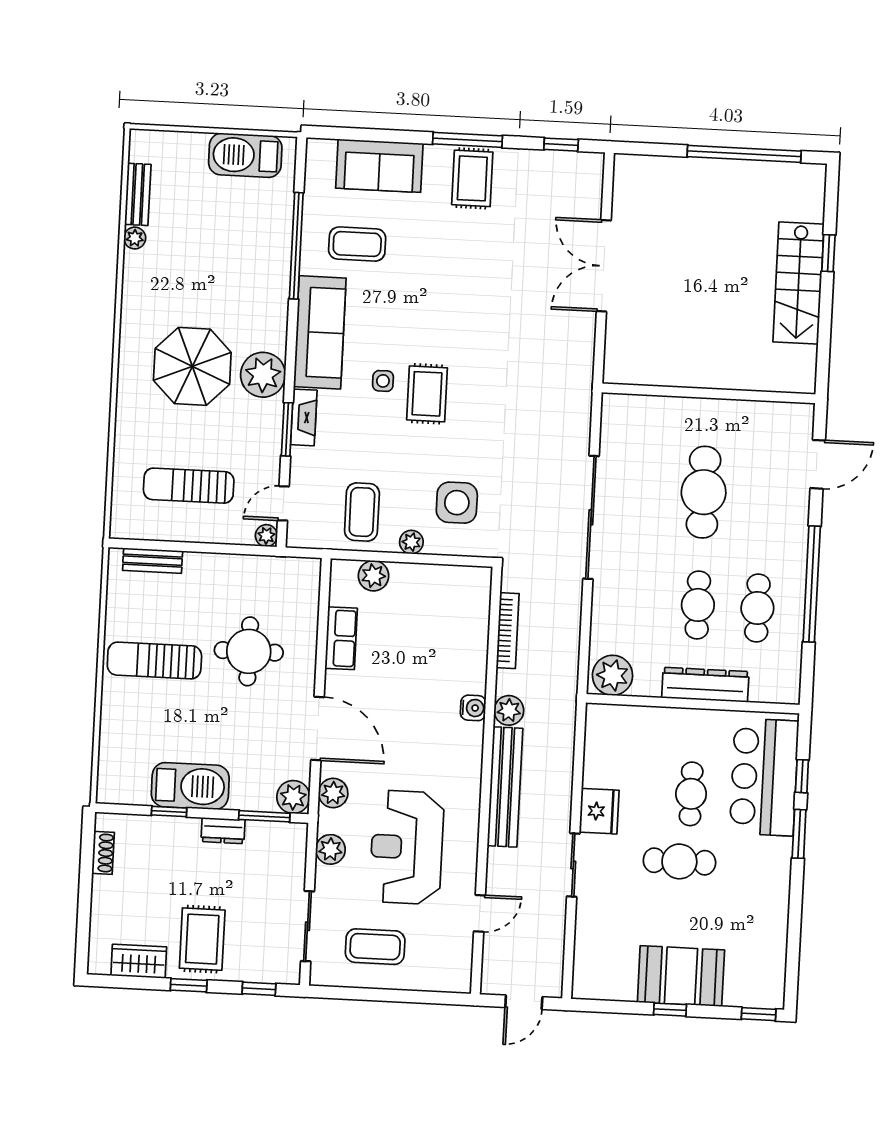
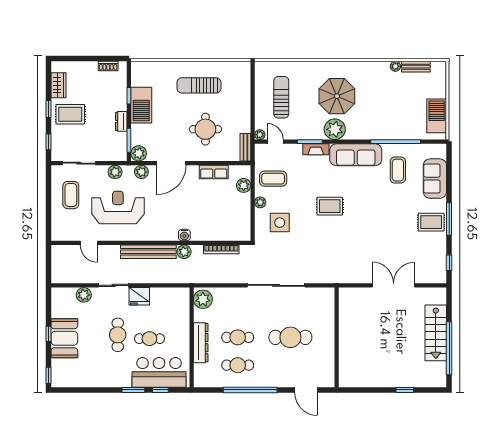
stairs: (799, 283) -> (436, 333), moved, turned -90
side table: (383, 381) -> (335, 185), removed
bench: (153, 561) -> (245, 147), moved
sun lounger: (154, 660) -> (199, 85), turned -90
plant: (590, 930) -> (84, 295), added
door: (524, 1002) -> (48, 266), removed

